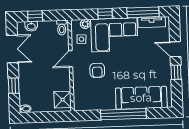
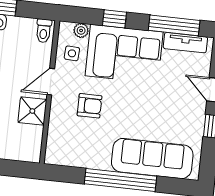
armchair: (97, 70) -> (90, 106), turned -90
shower: (63, 100) -> (32, 111), moved

